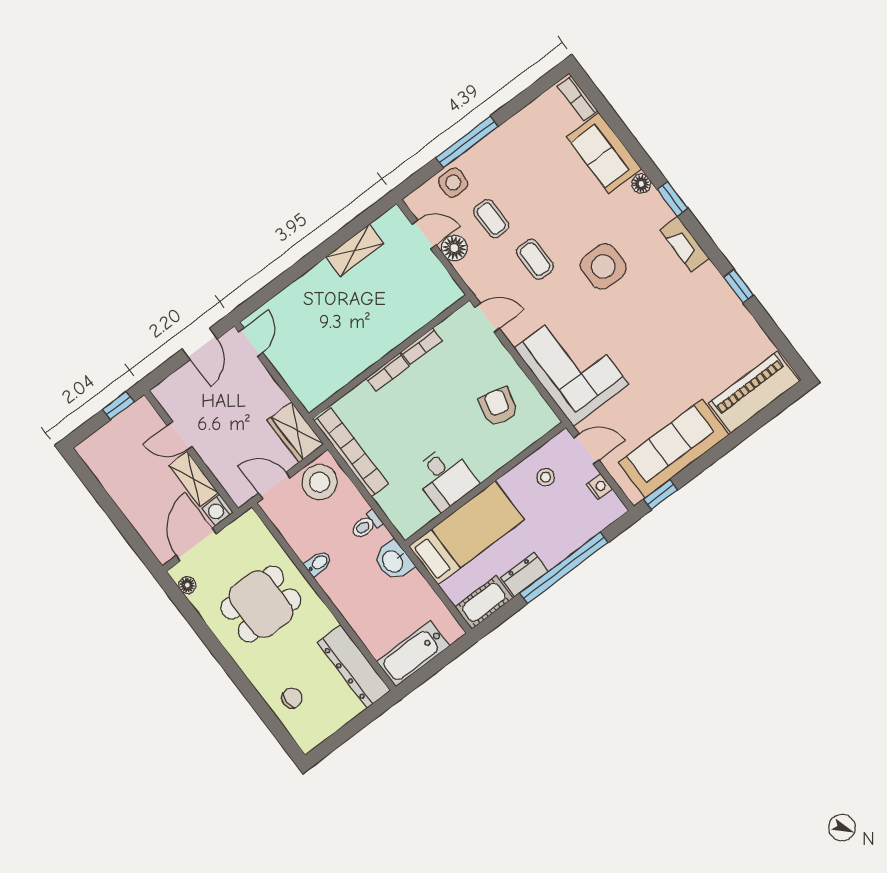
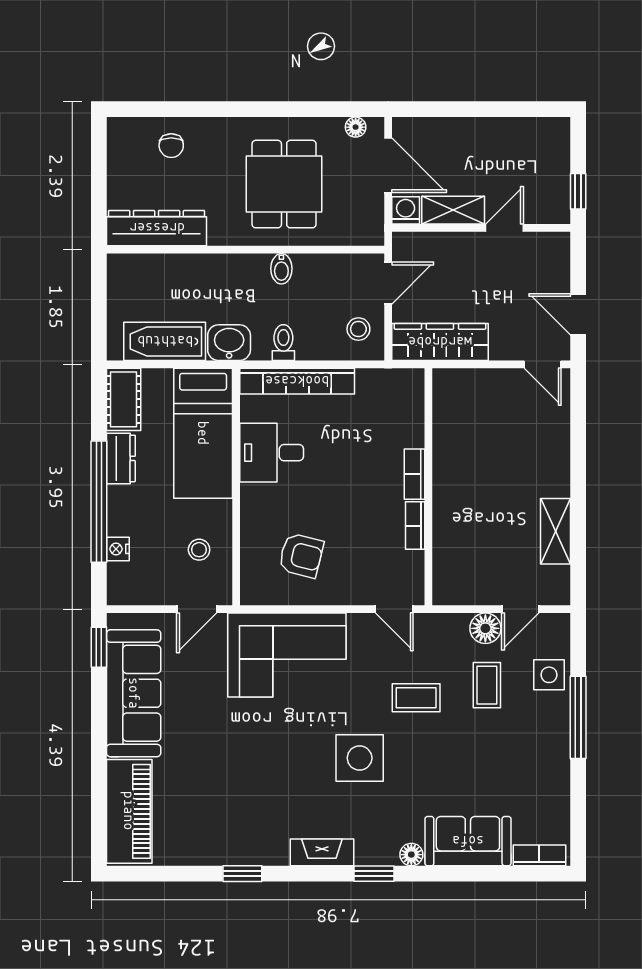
coffee table: (491, 219) -> (487, 685), turned 90
door: (487, 318) -> (394, 609), hinge flipped
wardrobe: (295, 432) -> (440, 342), width x1.50
bookcase: (351, 452) -> (297, 381), moved
stool: (320, 482) -> (358, 329), width x0.53, depth x0.53
nightstand: (599, 487) -> (118, 549), moved, turned 90
bathtub: (413, 653) -> (165, 341), moved, turned -90

